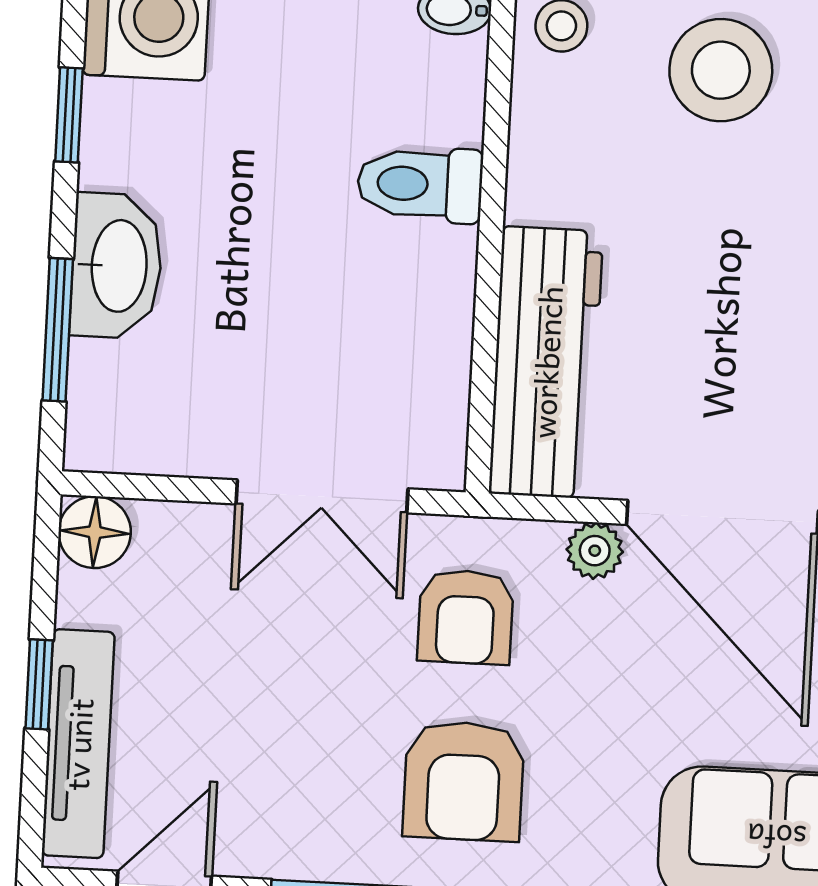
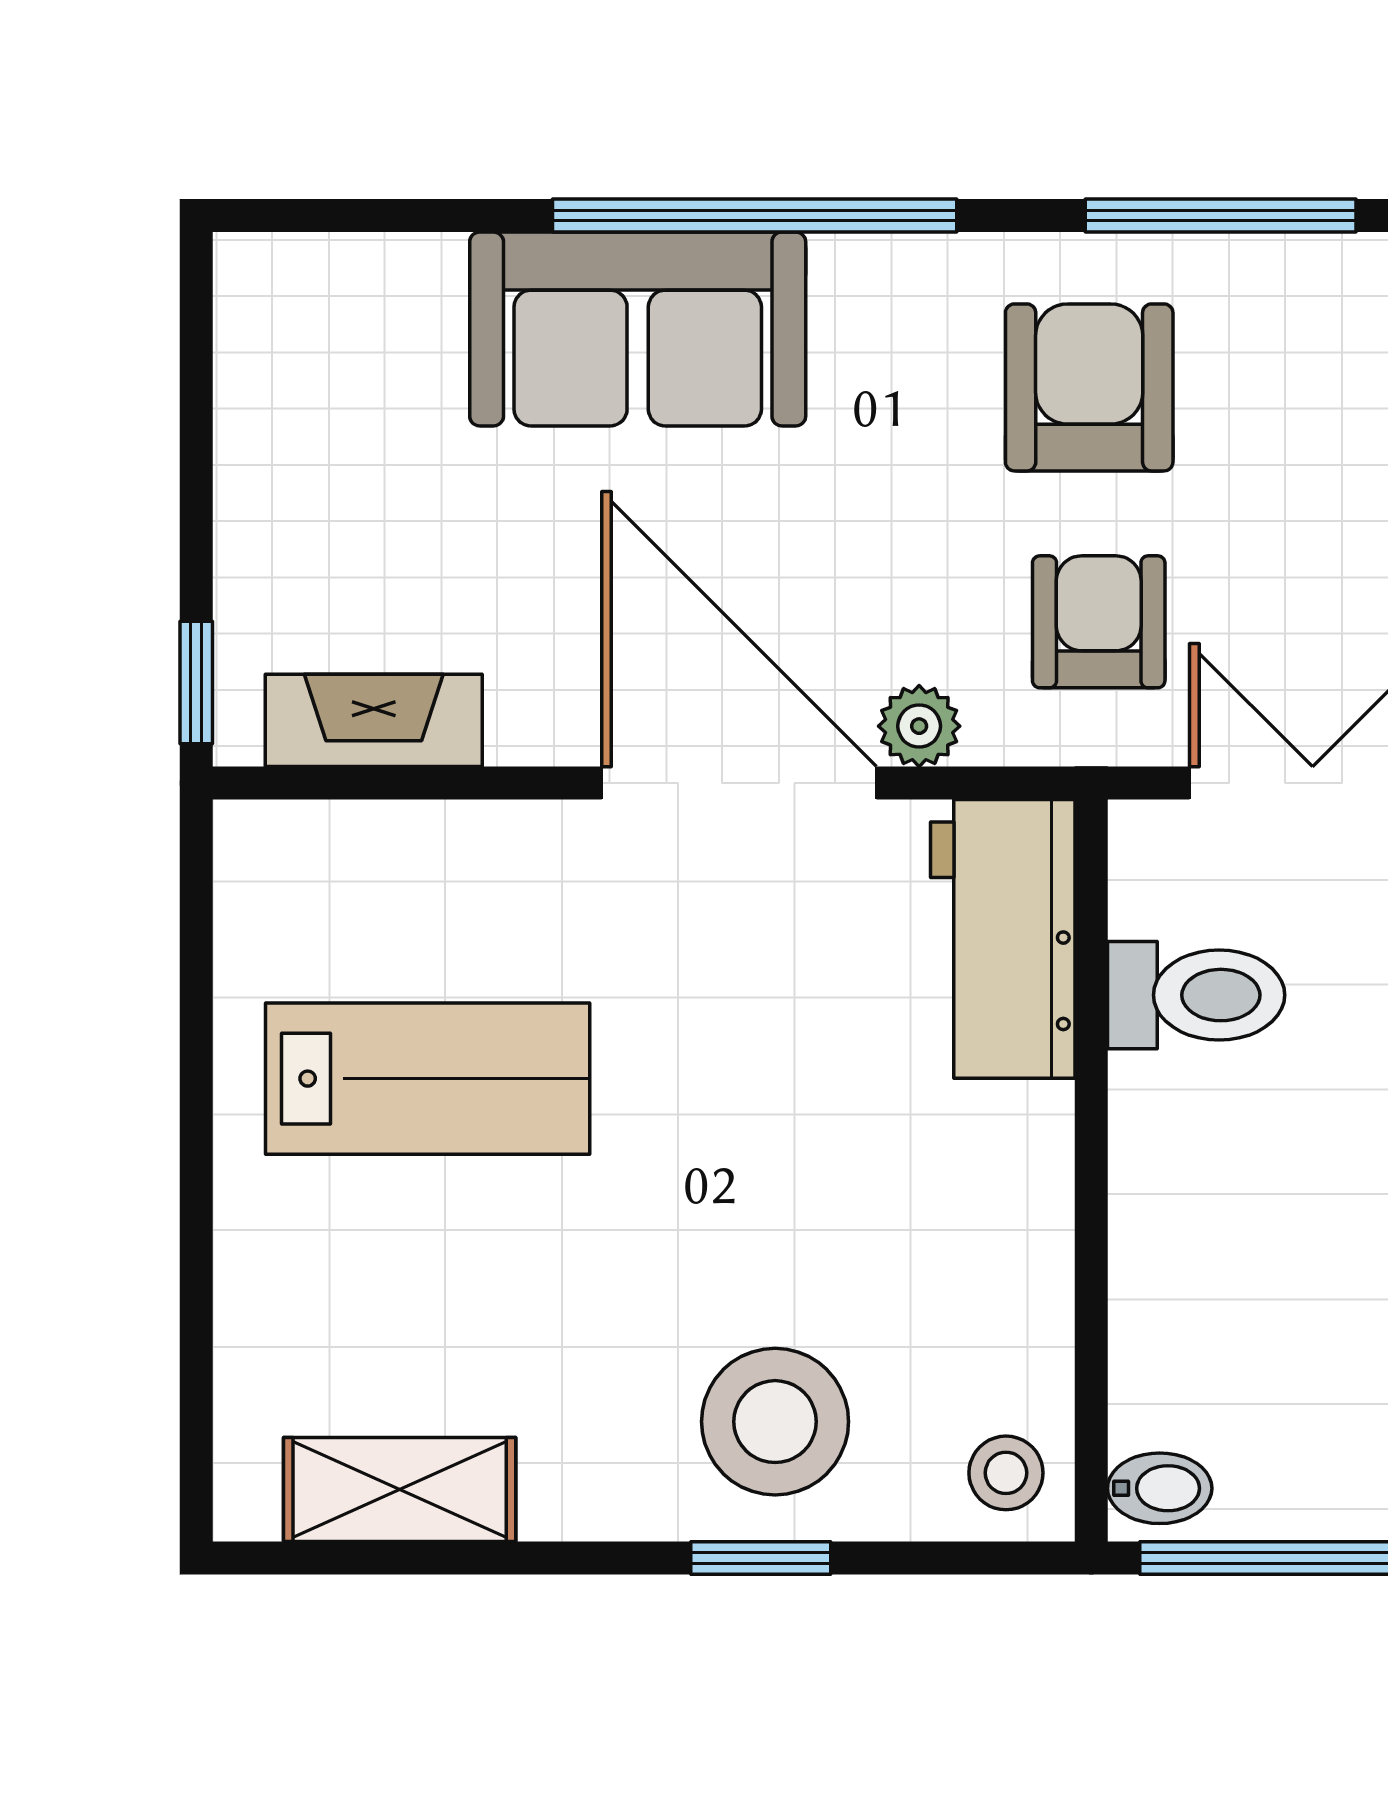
toilet: (420, 184) -> (1196, 995), moved
workbench: (546, 362) -> (1003, 939), width x0.73

